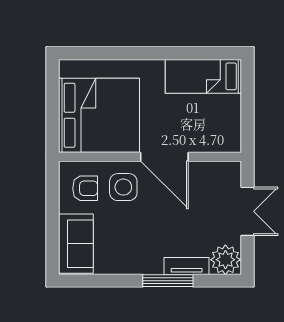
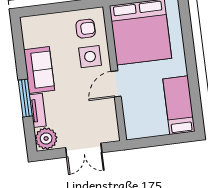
door: (164, 157) -> (116, 84), width x0.73
armchair: (85, 188) -> (86, 29), turned -90
sofa: (76, 244) -> (39, 70), moved, turned -90

